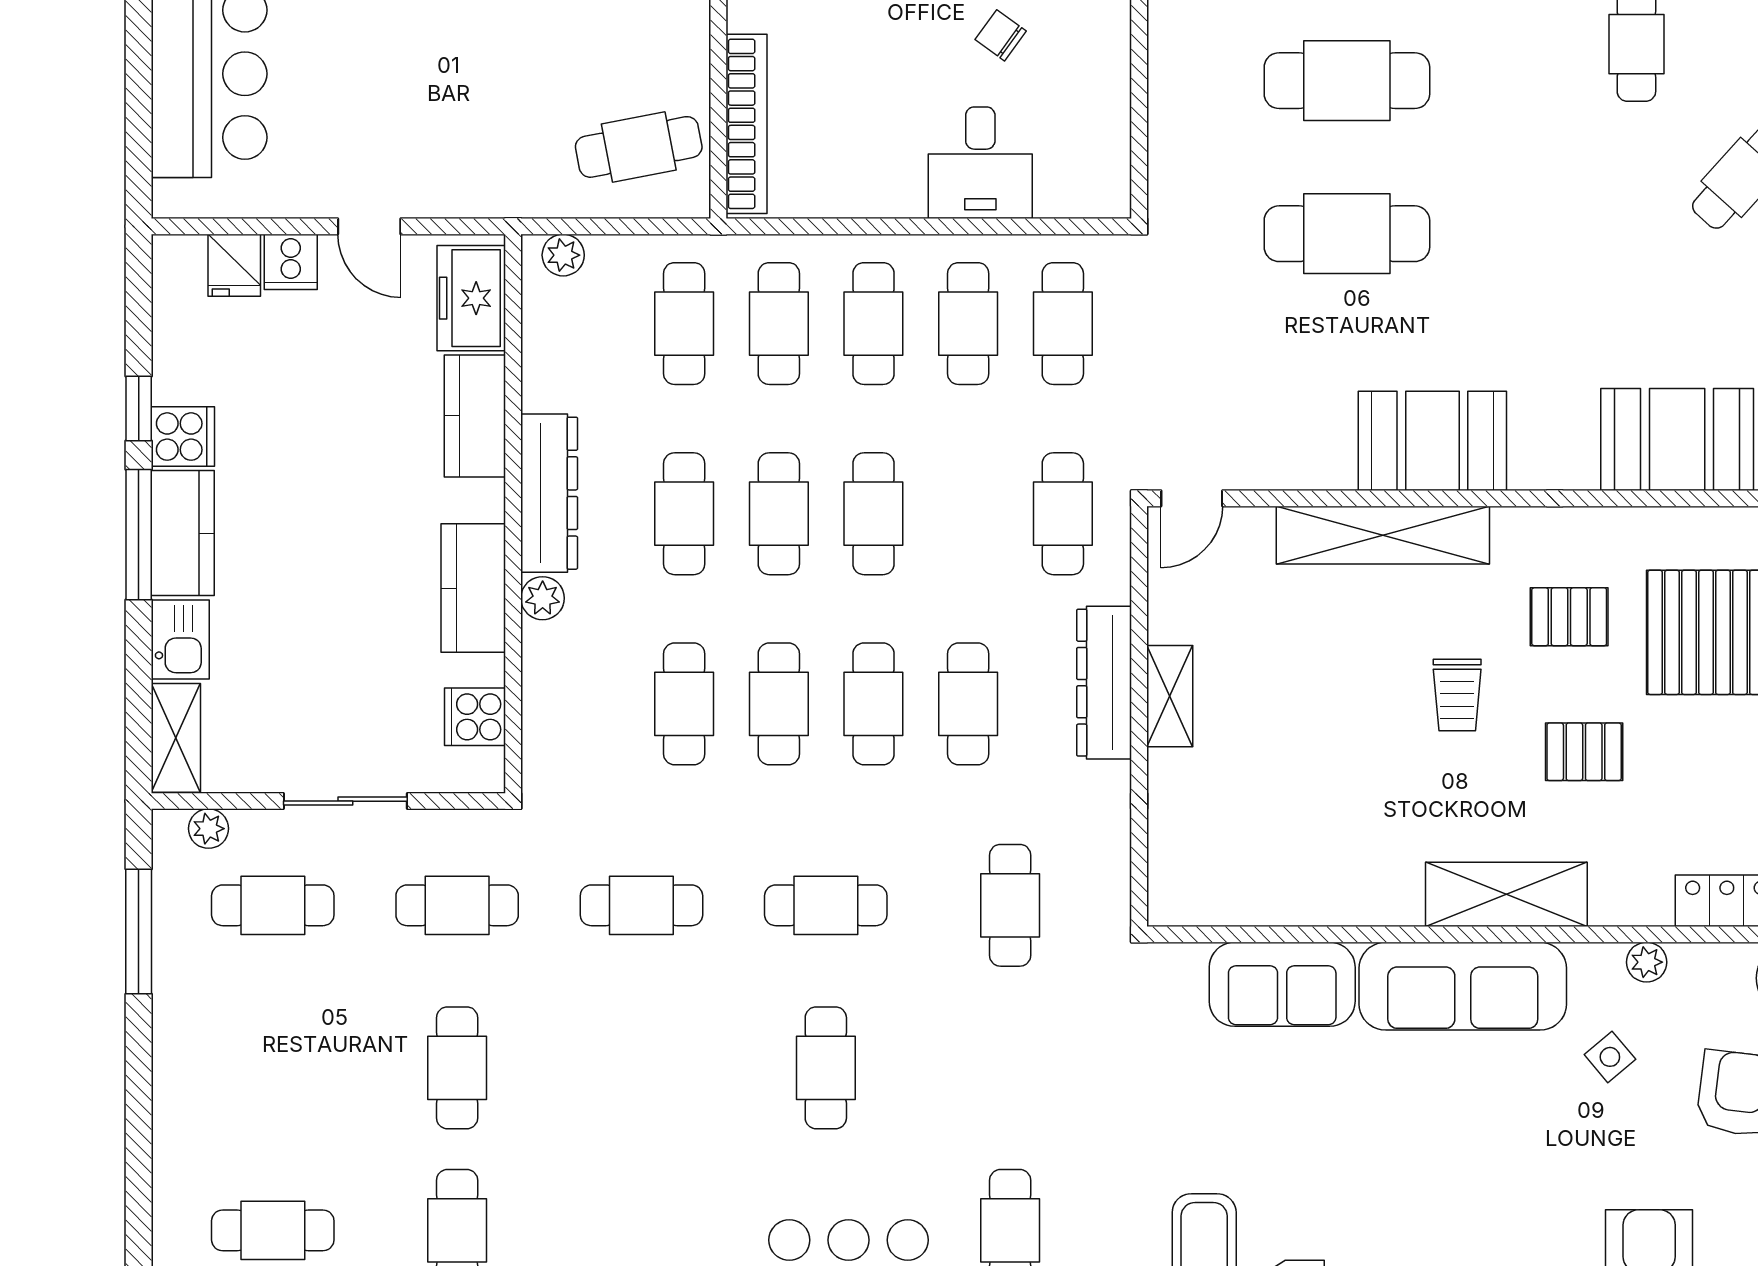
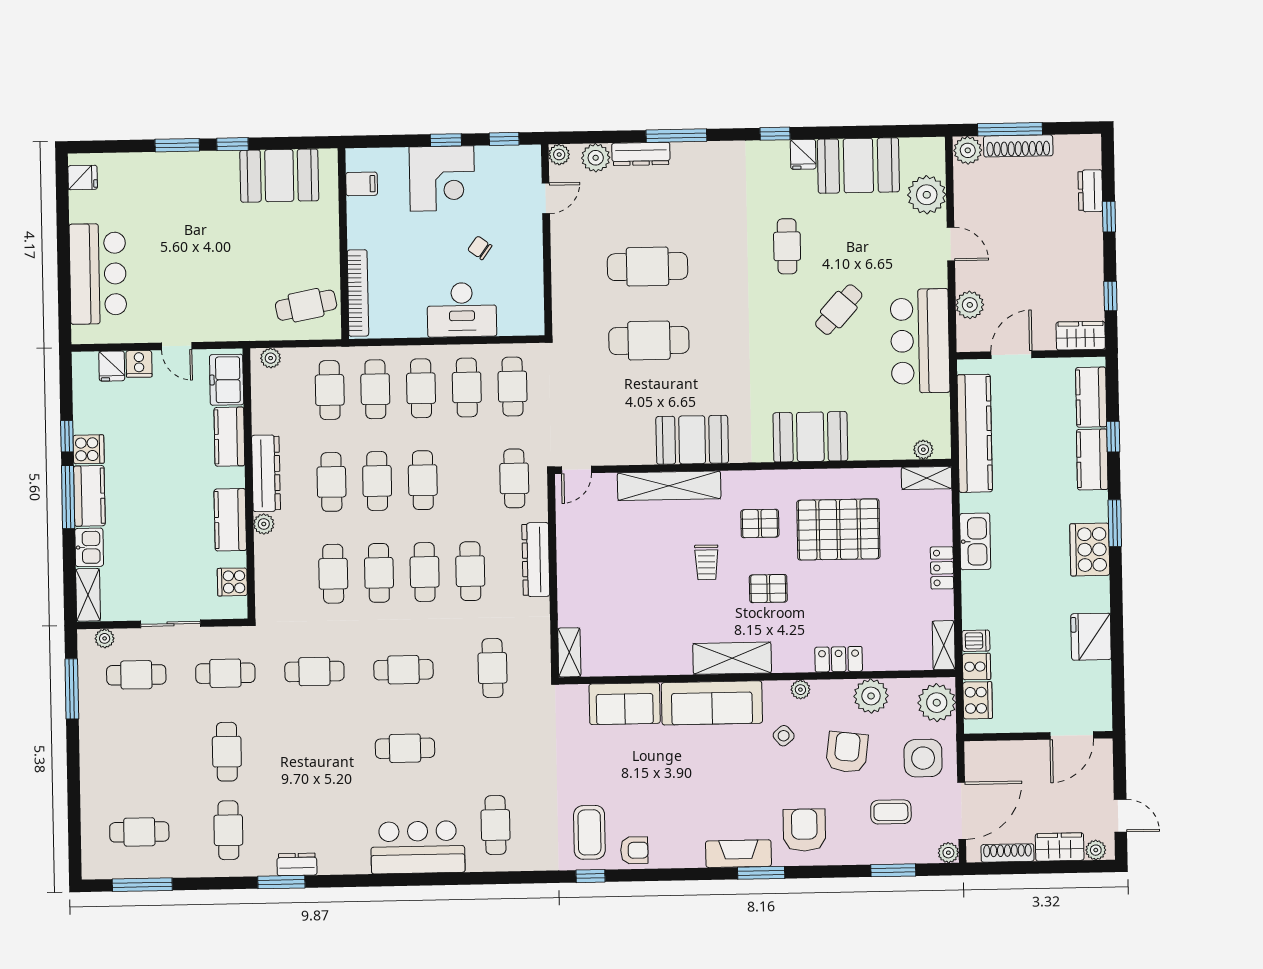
desk: (980, 163) -> (462, 310), width x1.37
shelving: (1170, 696) -> (569, 652), moved
cafe table: (826, 1068) -> (405, 748), turned 90

